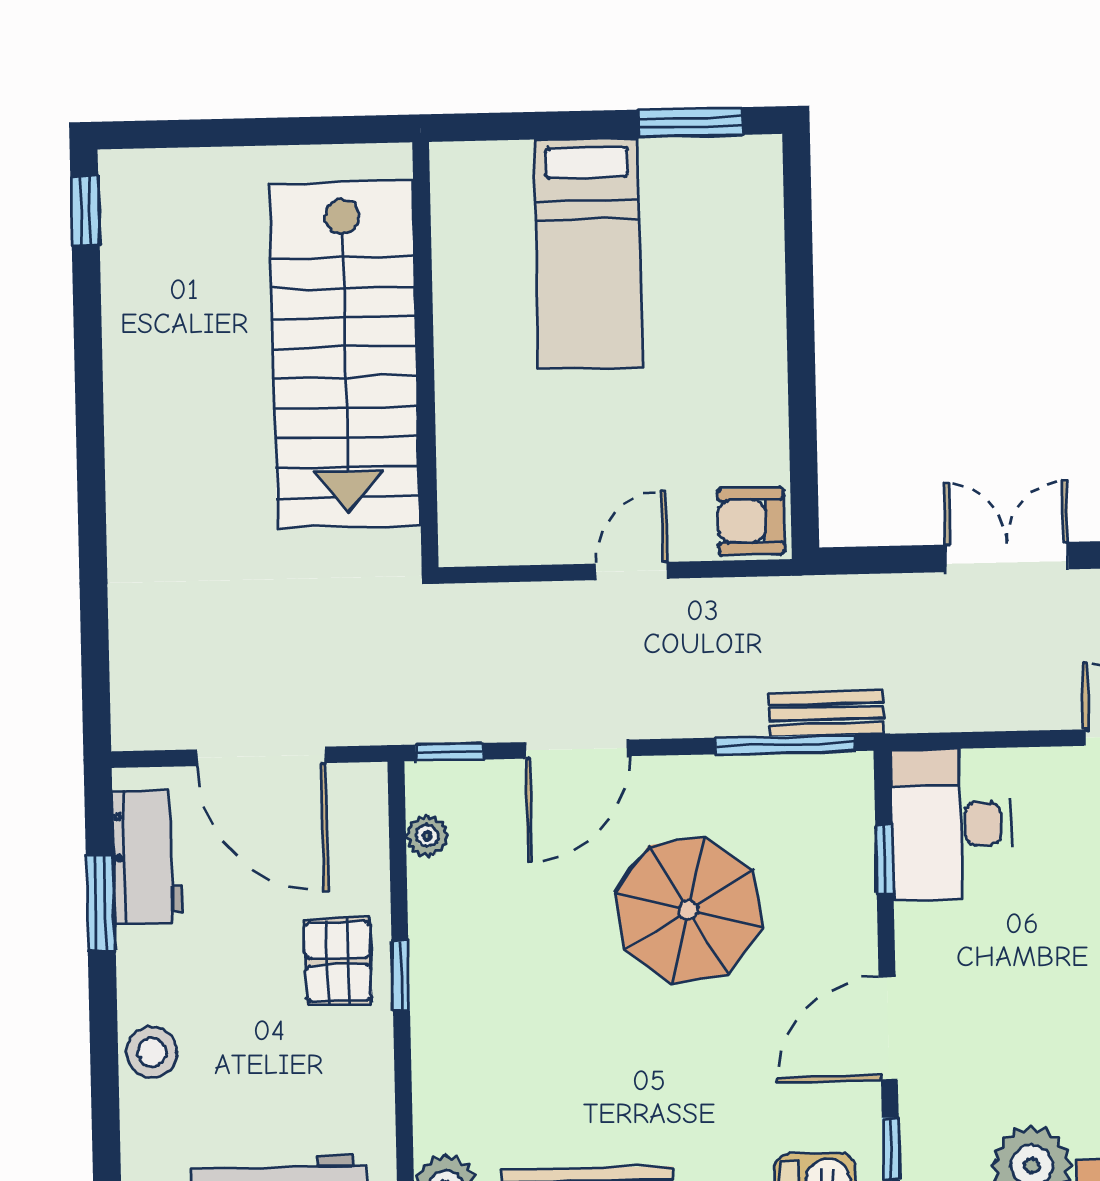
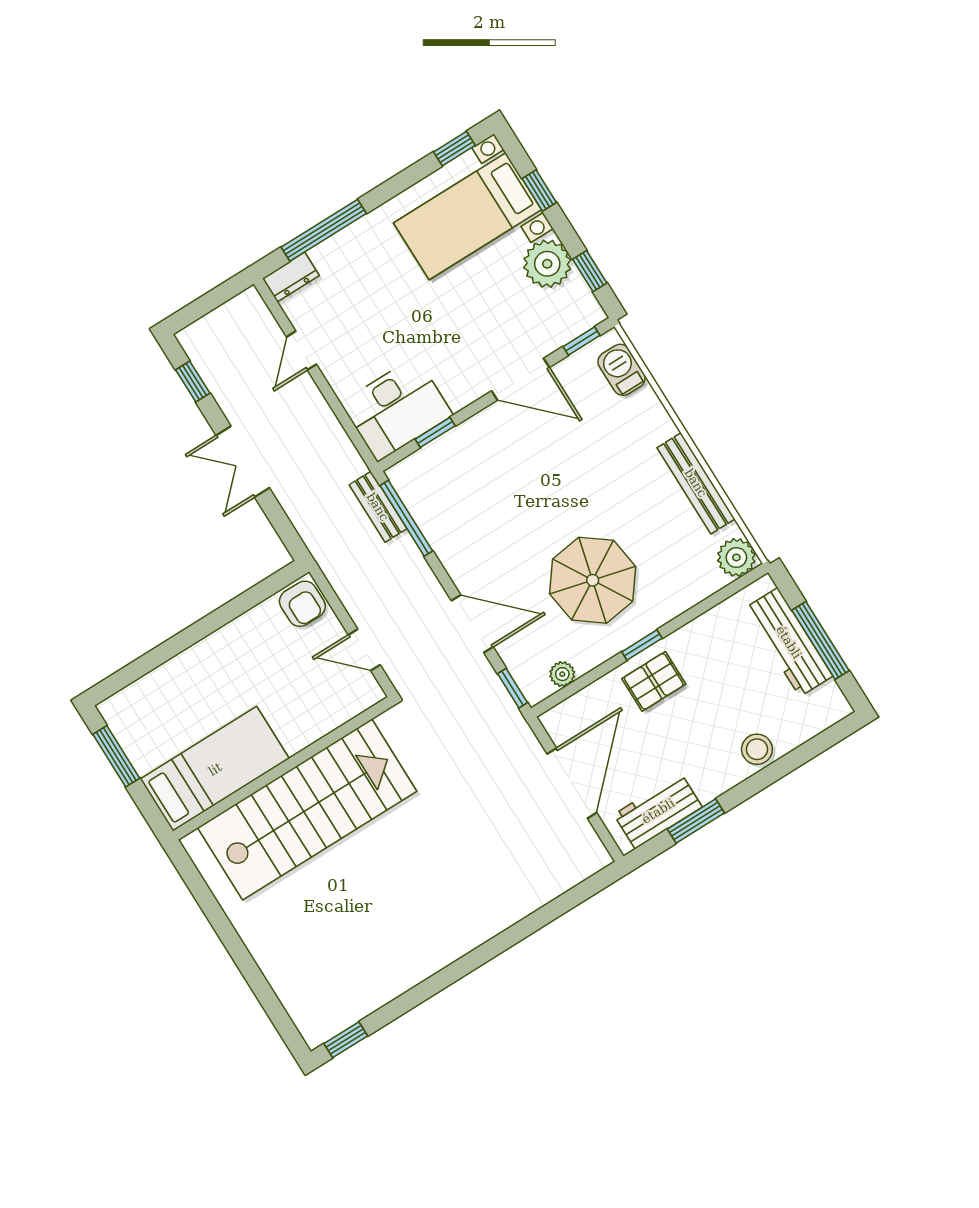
stairs: (345, 354) -> (307, 809), moved
wall: (425, 355) -> (283, 768), moved
parasol: (688, 910) -> (593, 580), moved

